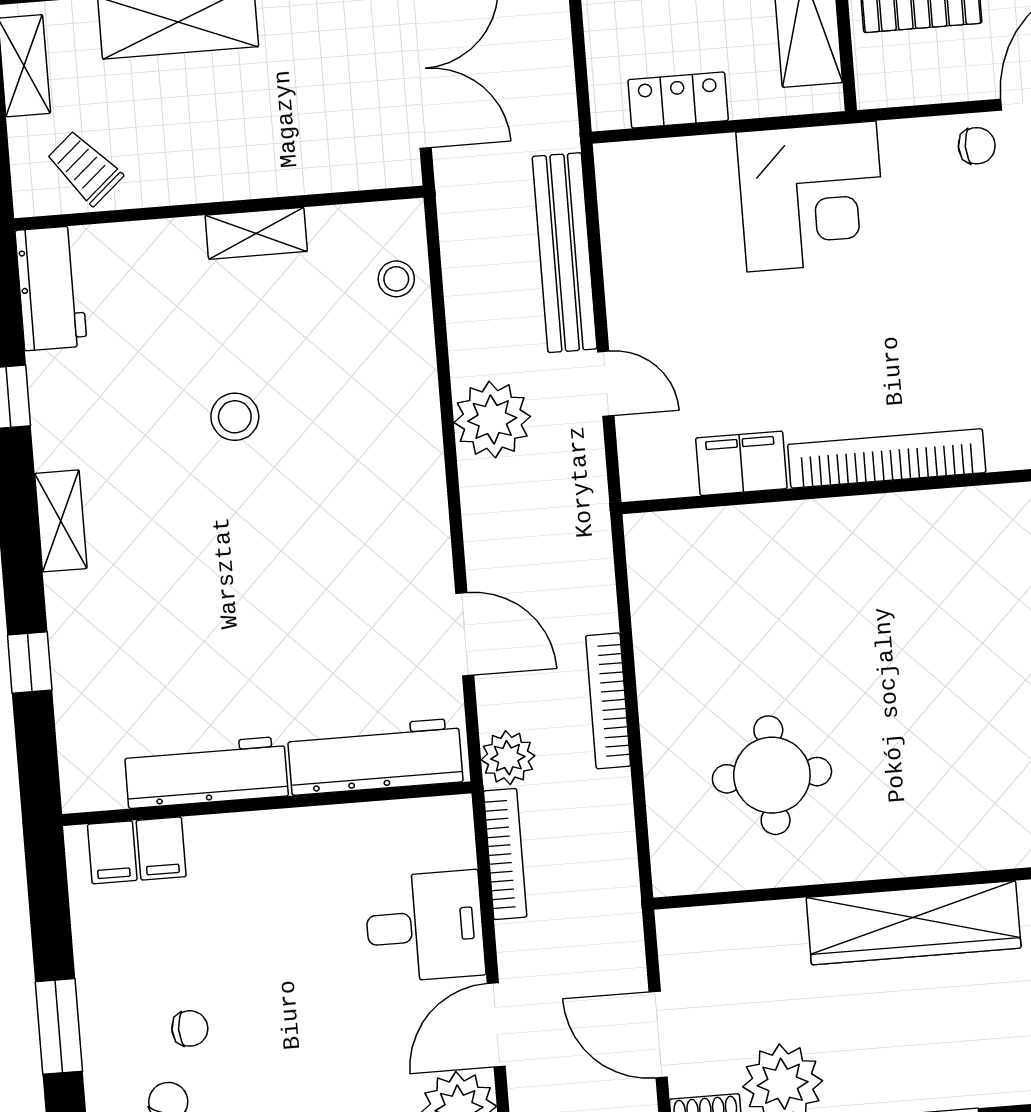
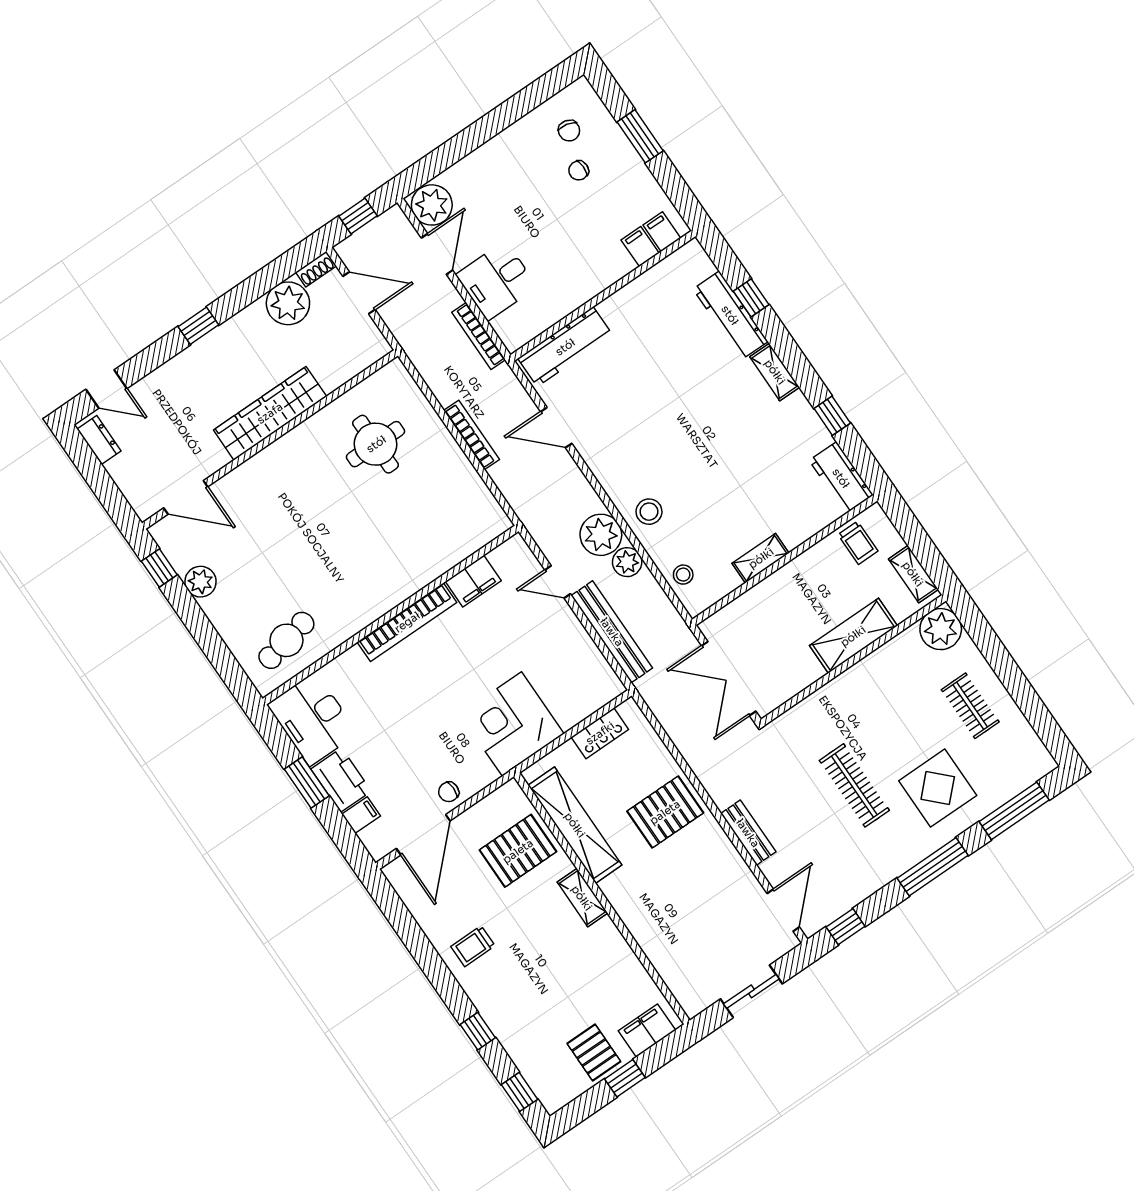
trolley: (85, 168) -> (858, 543), turned 41
stool: (235, 417) -> (649, 512), moved
plant: (508, 758) -> (627, 562), moved
workbench: (206, 772) -> (730, 315), moved, turned 90

